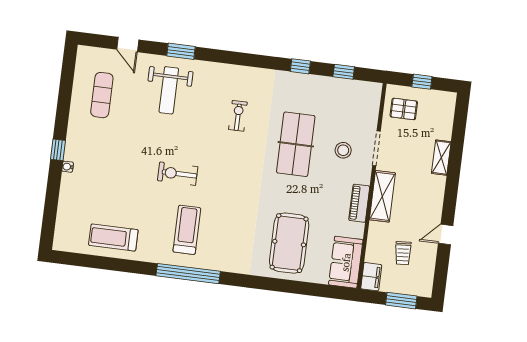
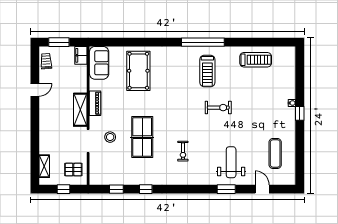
shelving: (441, 158) -> (44, 166), moved
trolley: (403, 253) -> (46, 61), moved

